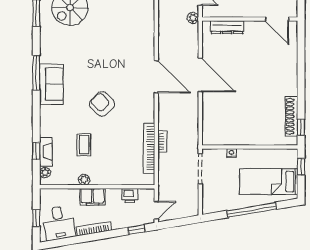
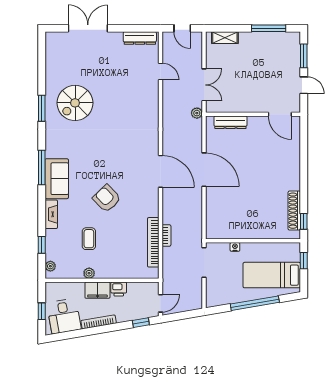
fireplace: (46, 152) -> (51, 214), moved
printer: (130, 196) -> (119, 289), moved

